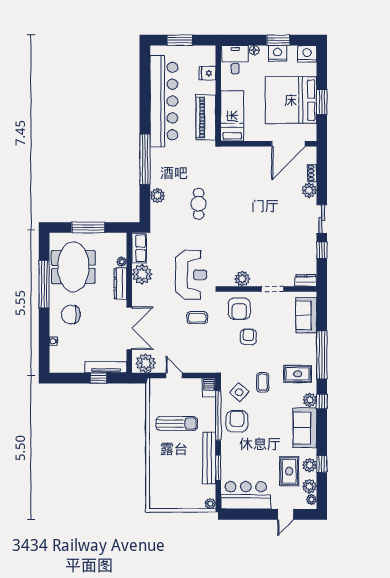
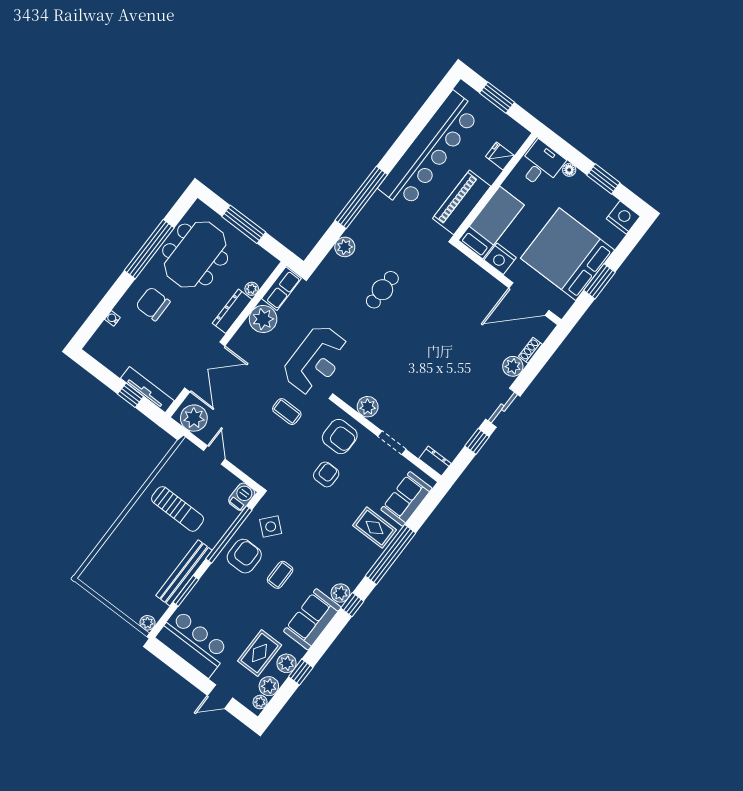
nightstand: (278, 53) -> (500, 259), moved, turned 180
armchair: (239, 309) -> (340, 437), turned -90
rug: (298, 374) -> (375, 528), moved
coffee table: (263, 382) -> (280, 575), moved

